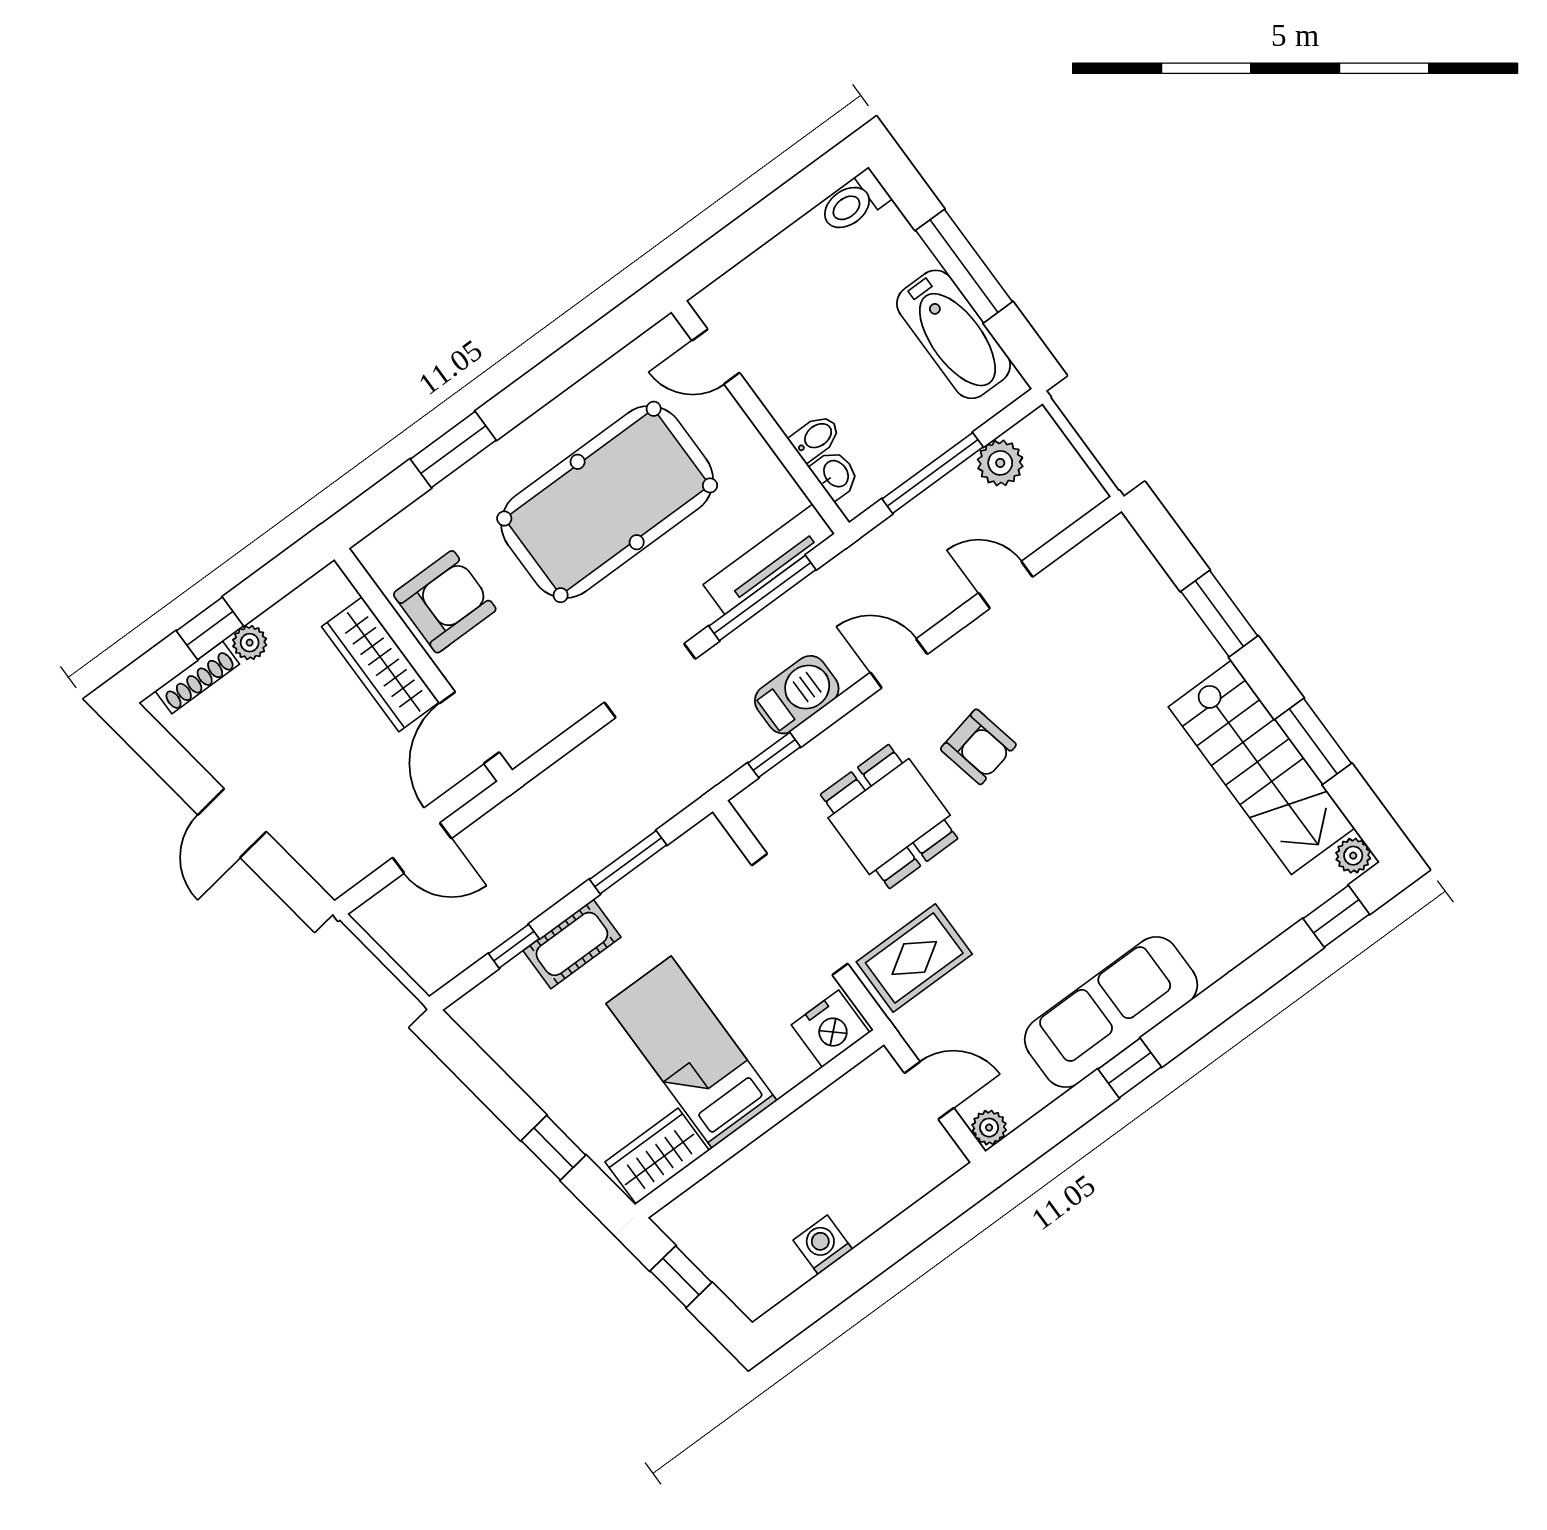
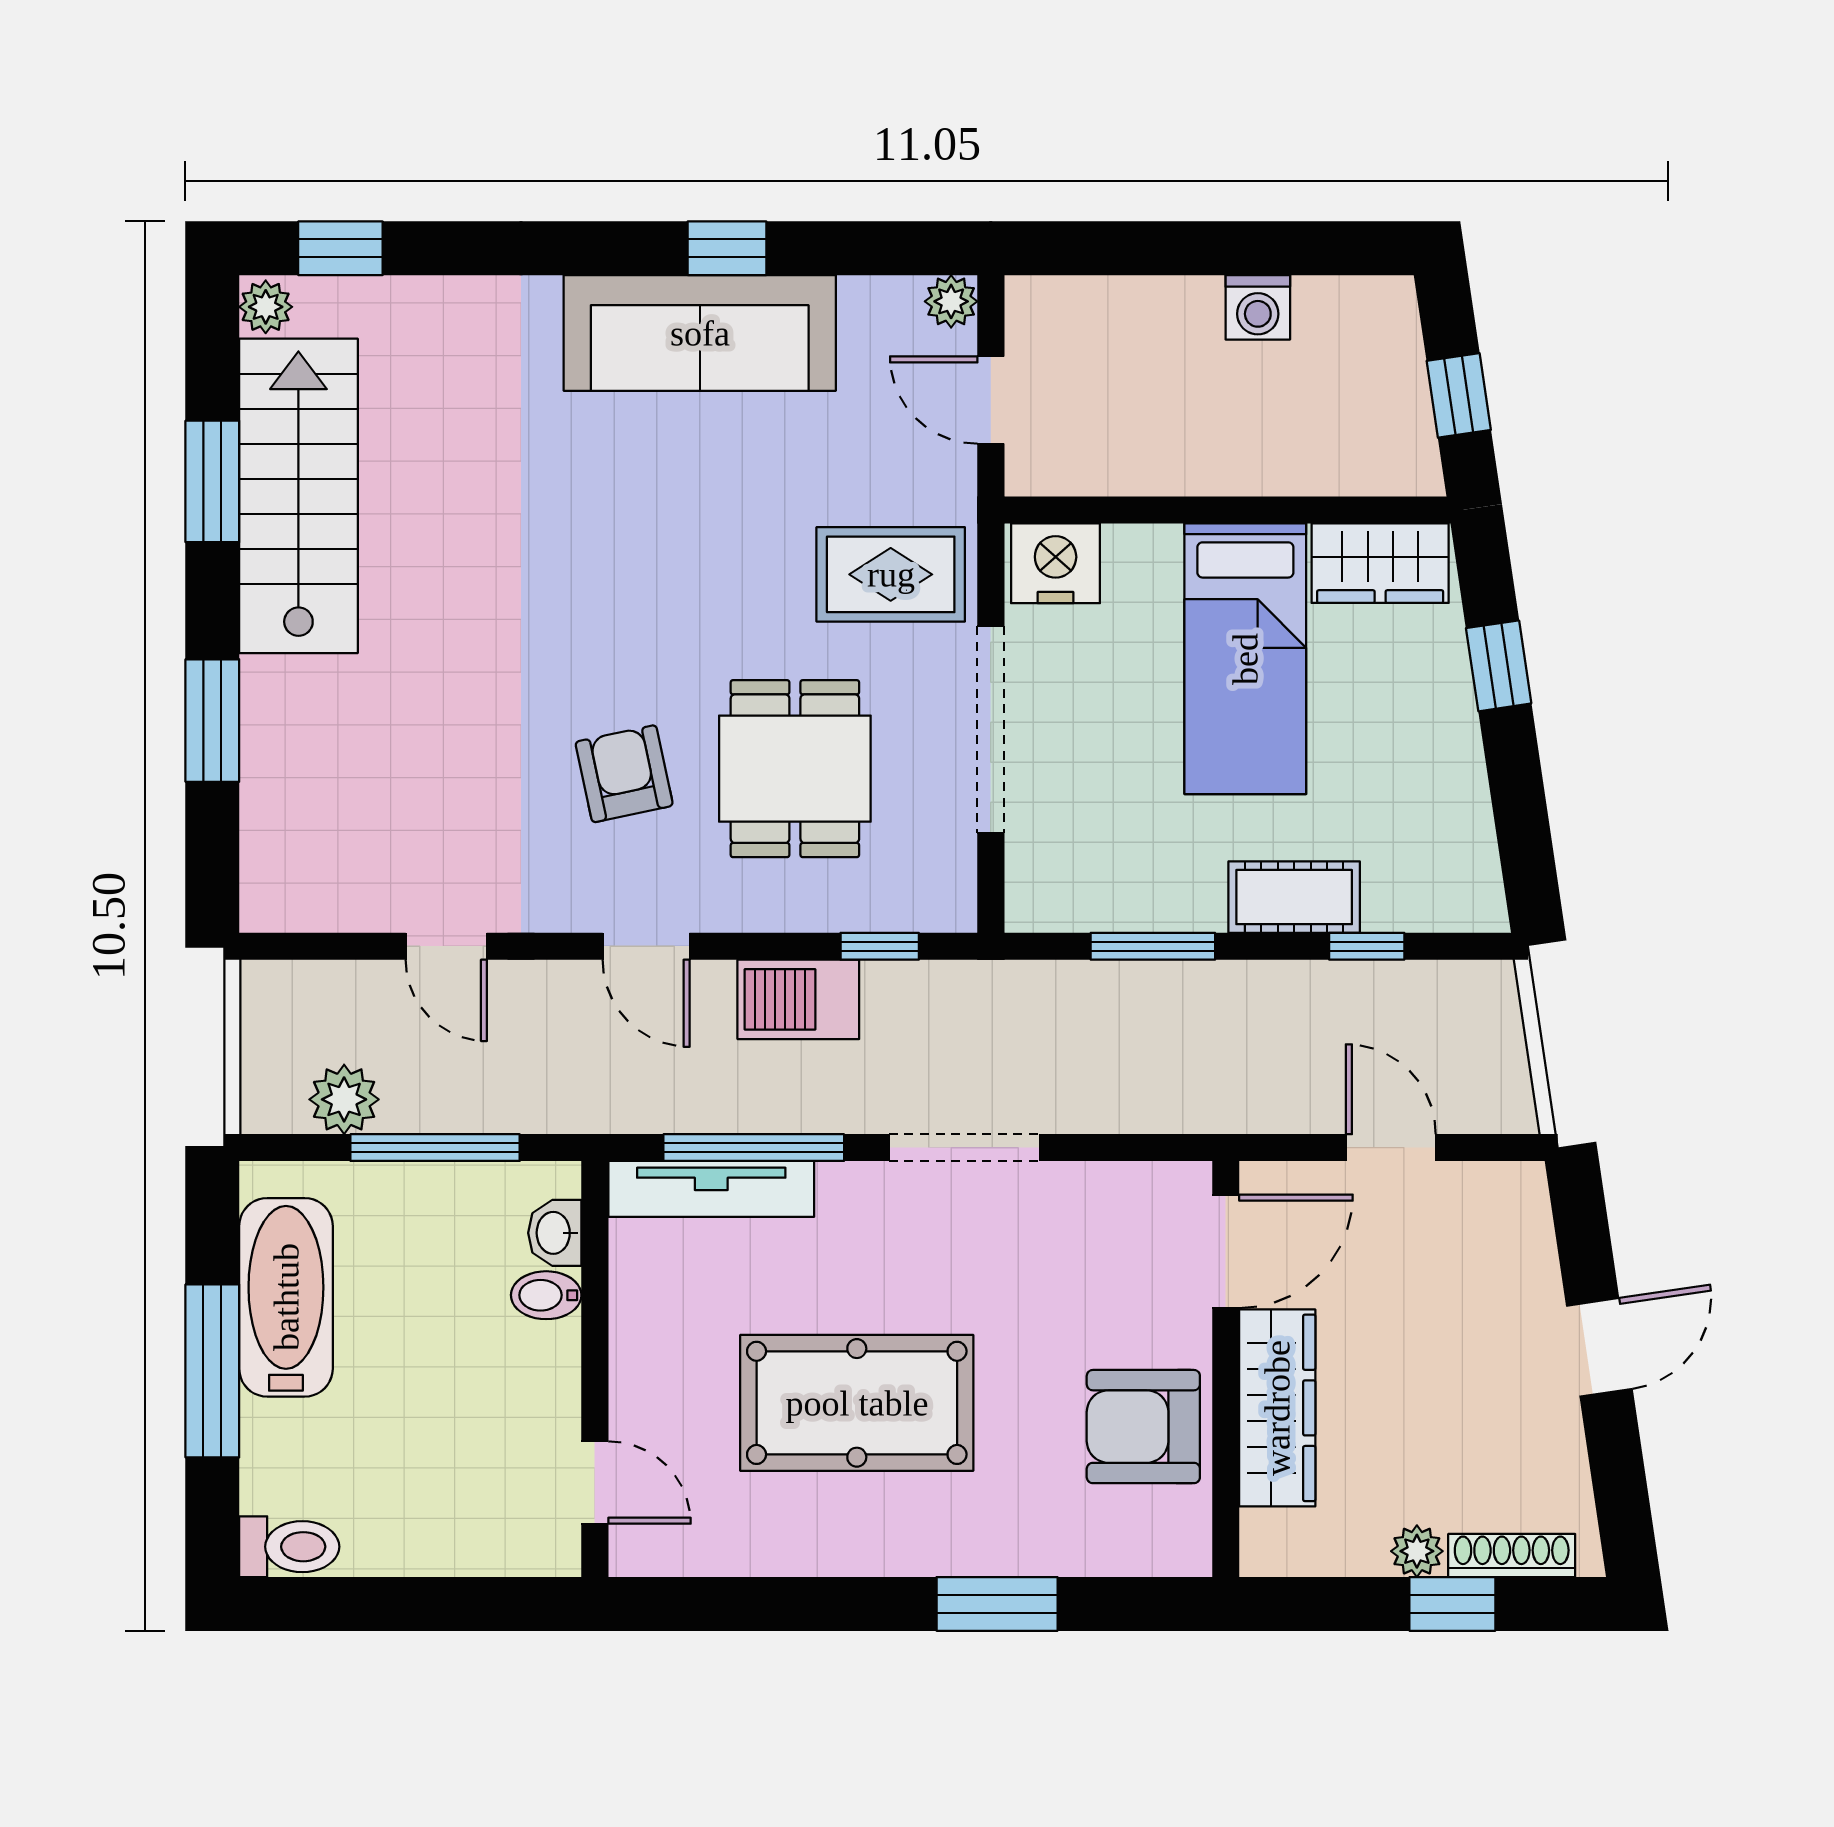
pool table: (607, 502) -> (857, 1403), width x0.73, depth x0.76

